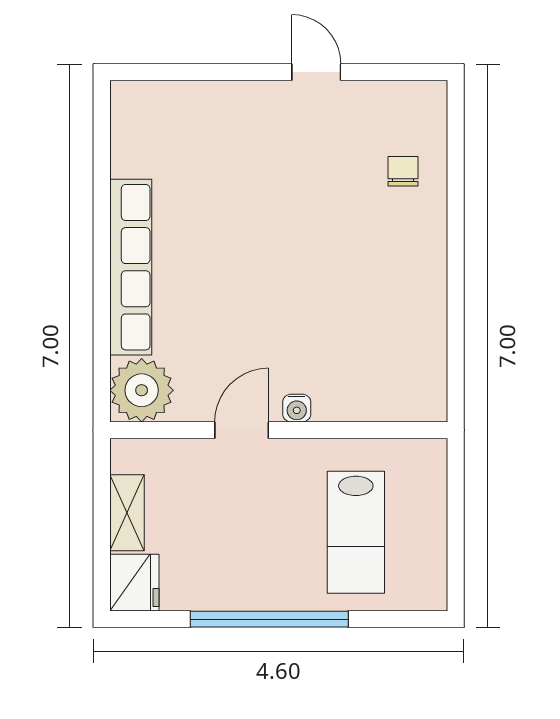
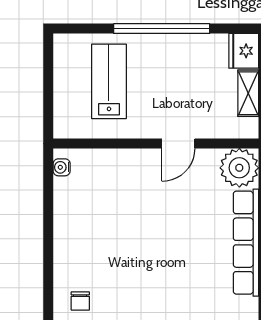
water cooler: (297, 408) -> (62, 167), moved, turned -90

